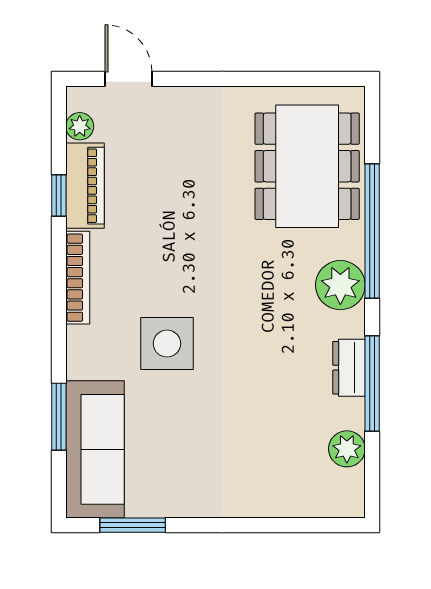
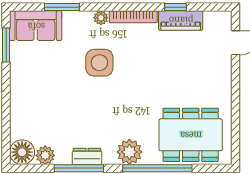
plant: (80, 126) -> (101, 18), moved
sofa: (95, 449) -> (36, 26), width x0.73
floor lamp: (341, 494) -> (22, 152), added

